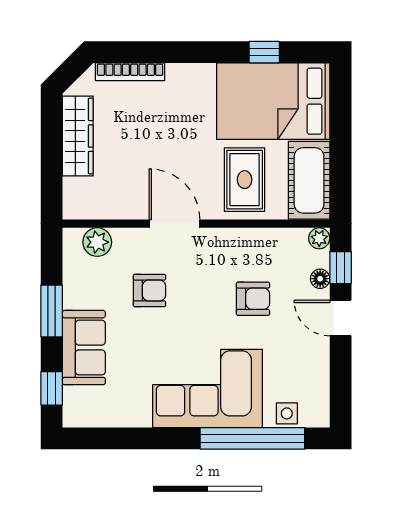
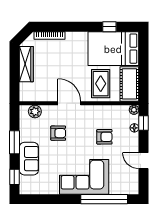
door: (341, 318) -> (143, 161), moved
side table: (287, 413) -> (119, 188), removed

